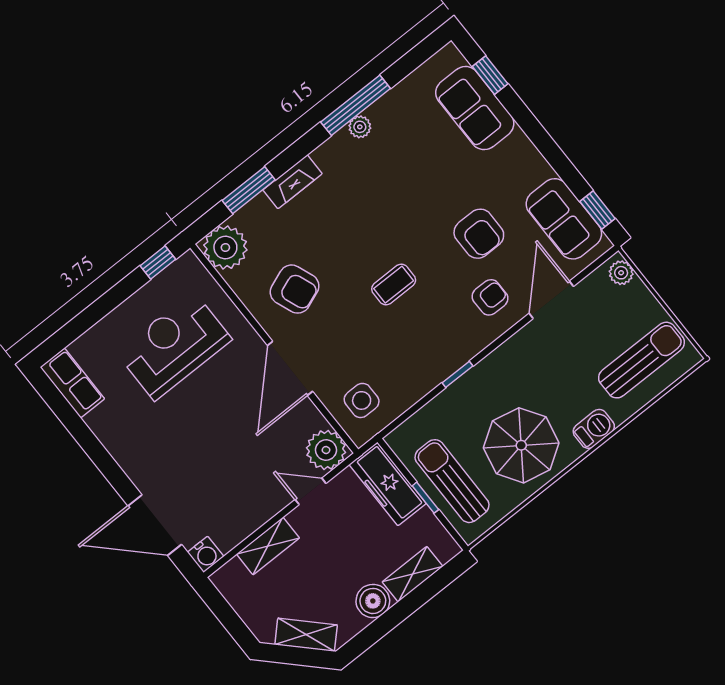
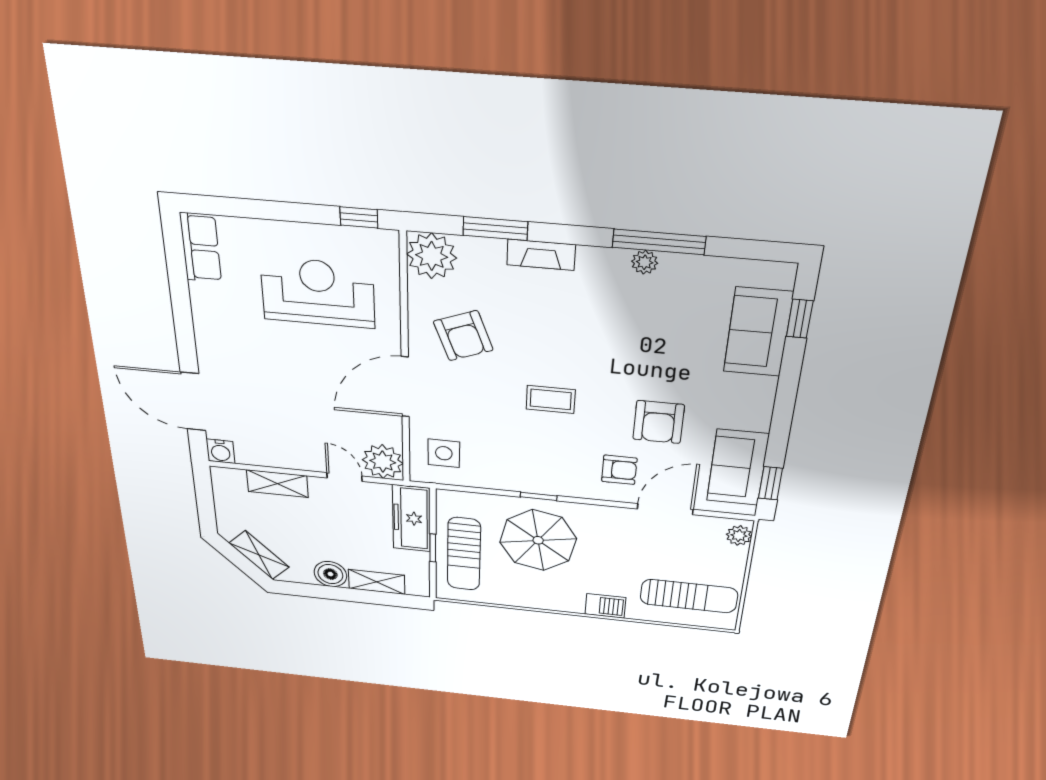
parasol: (521, 445) -> (538, 540), moved
sun lounger: (452, 481) -> (464, 554), turned 180

